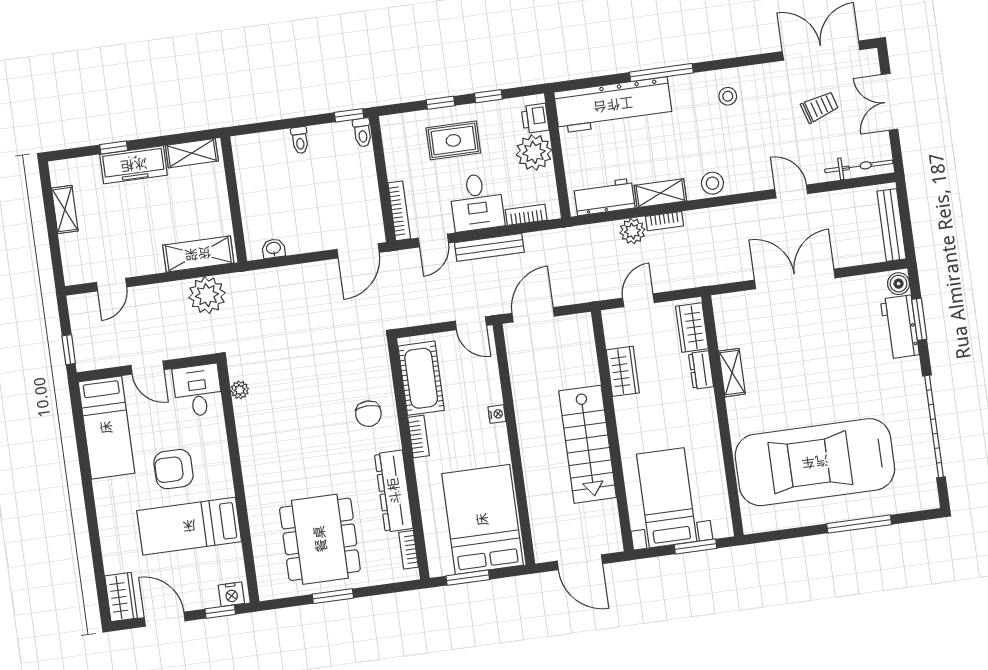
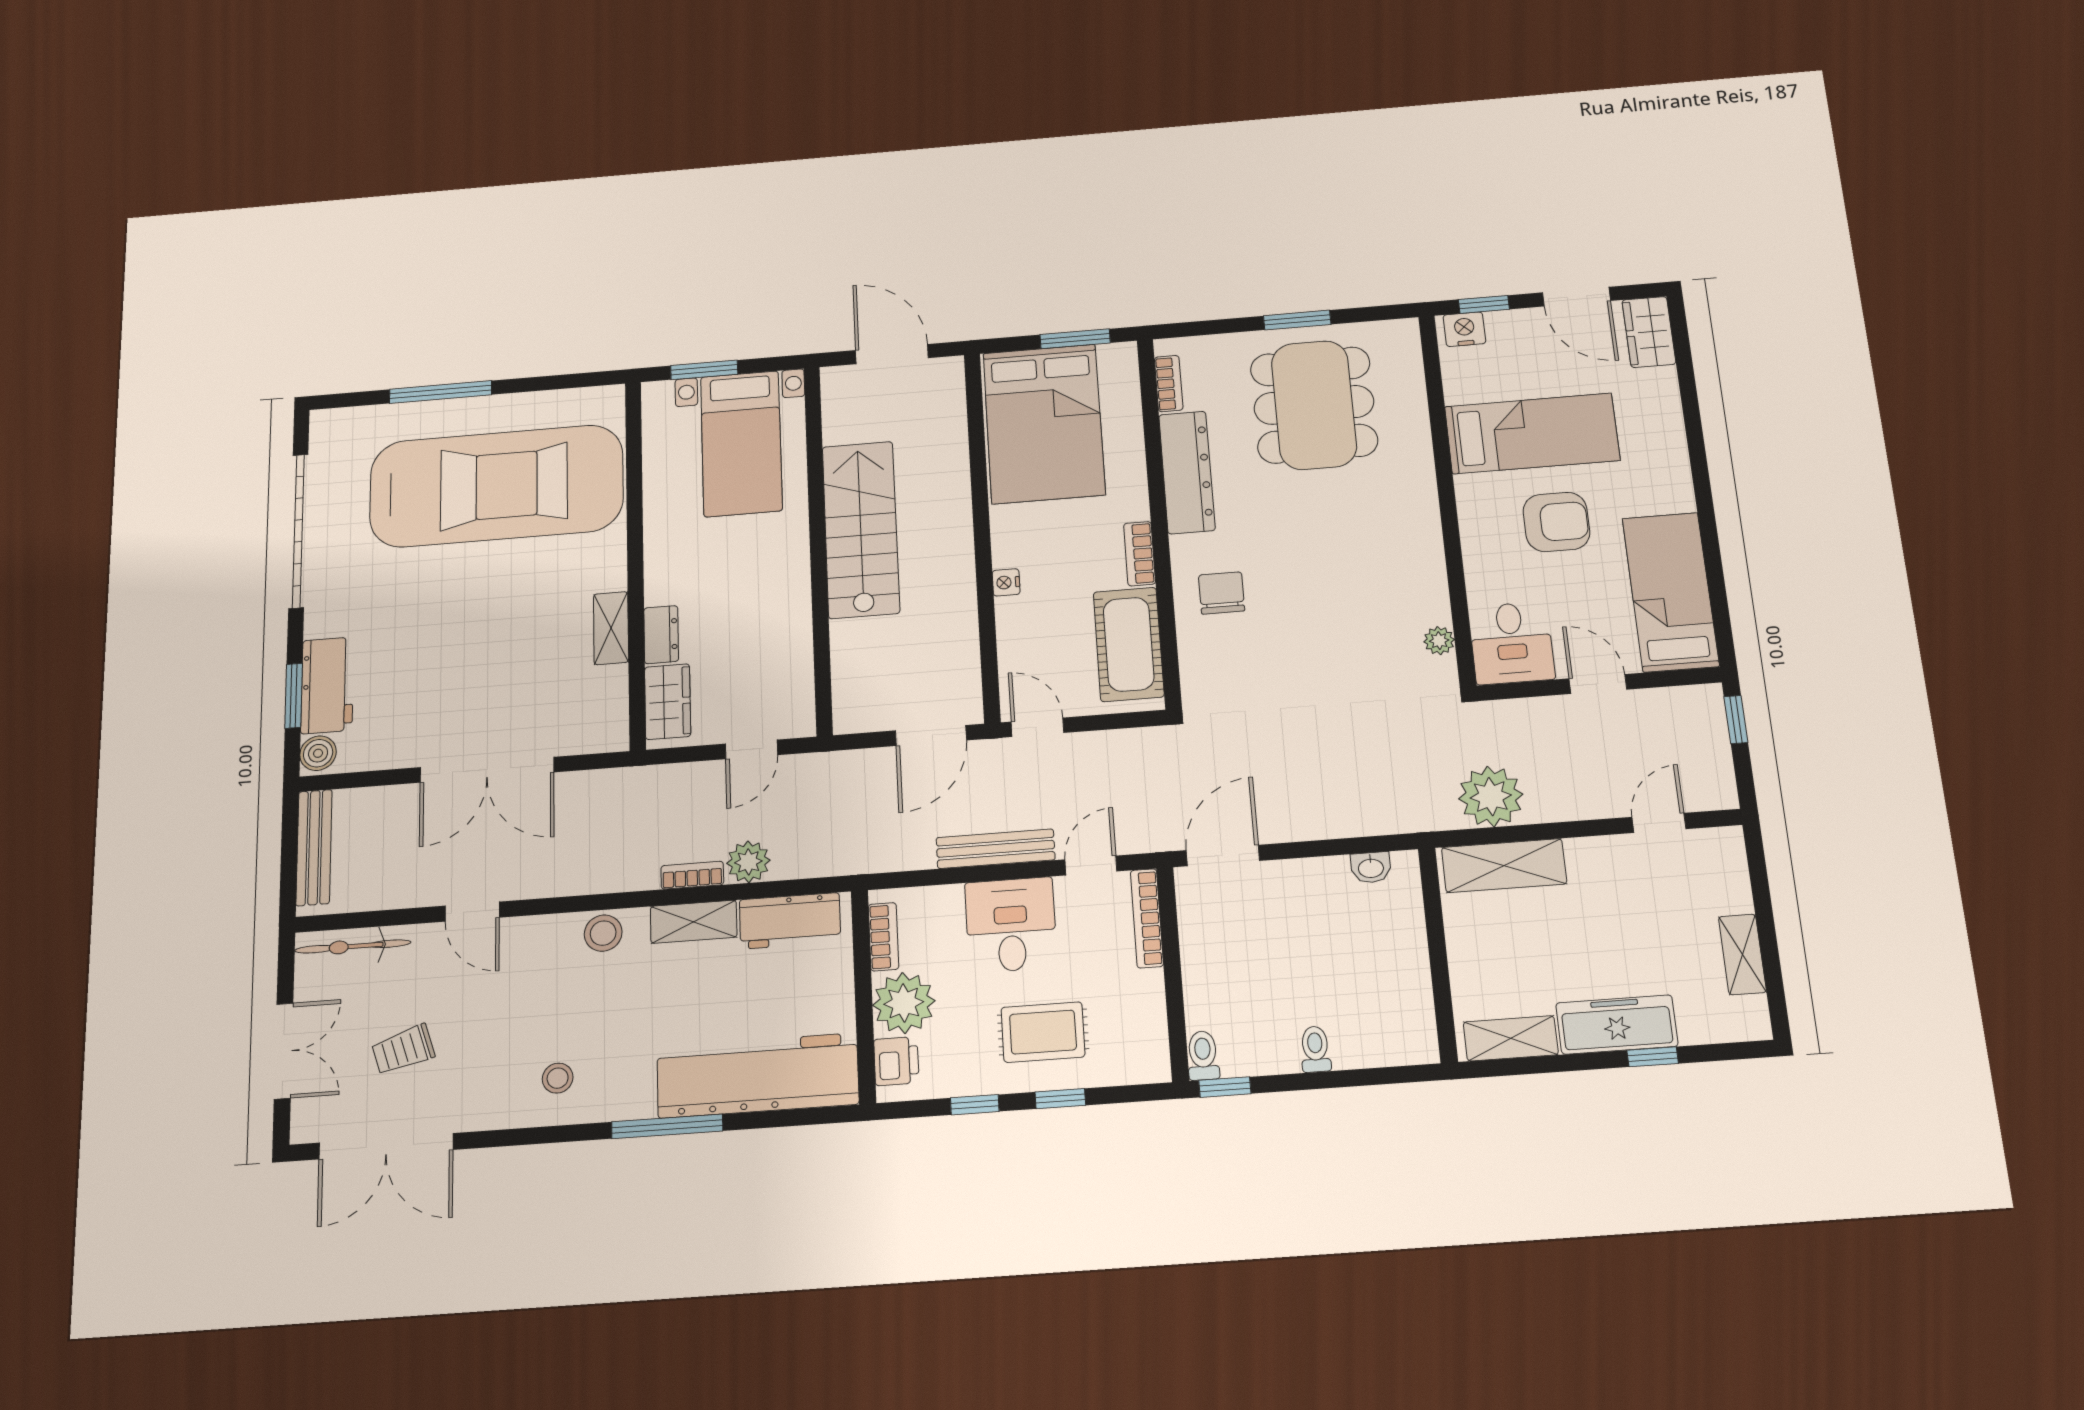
bookcase: (526, 215) -> (884, 937), moved, turned -90
wardrobe: (623, 371) -> (790, 639), removed

